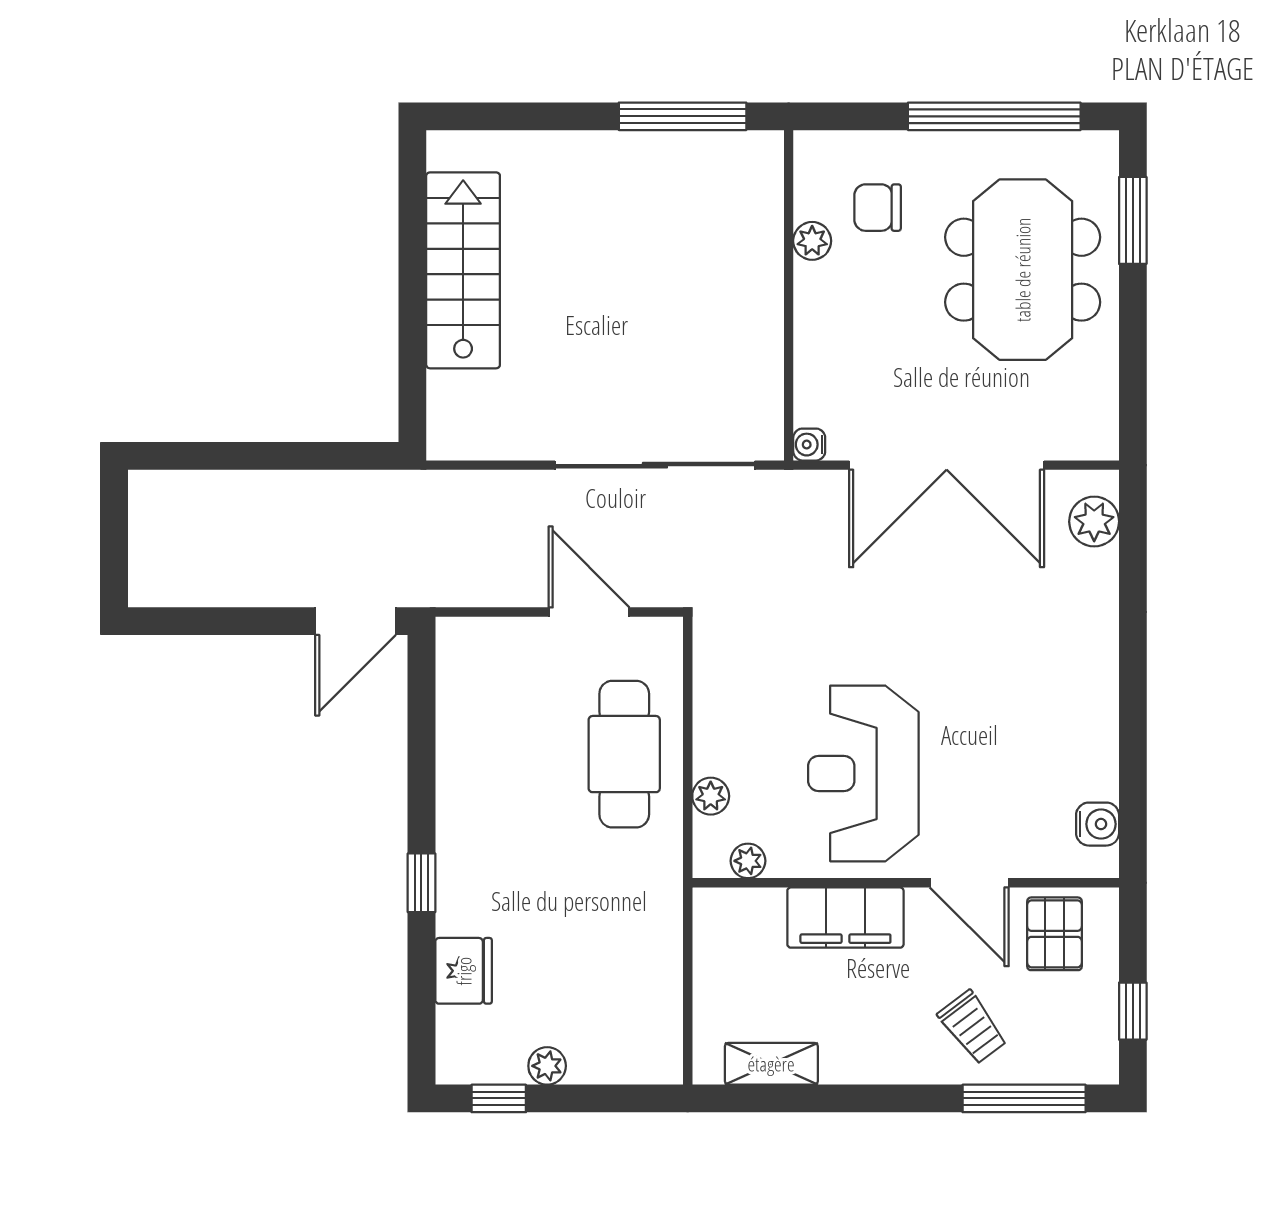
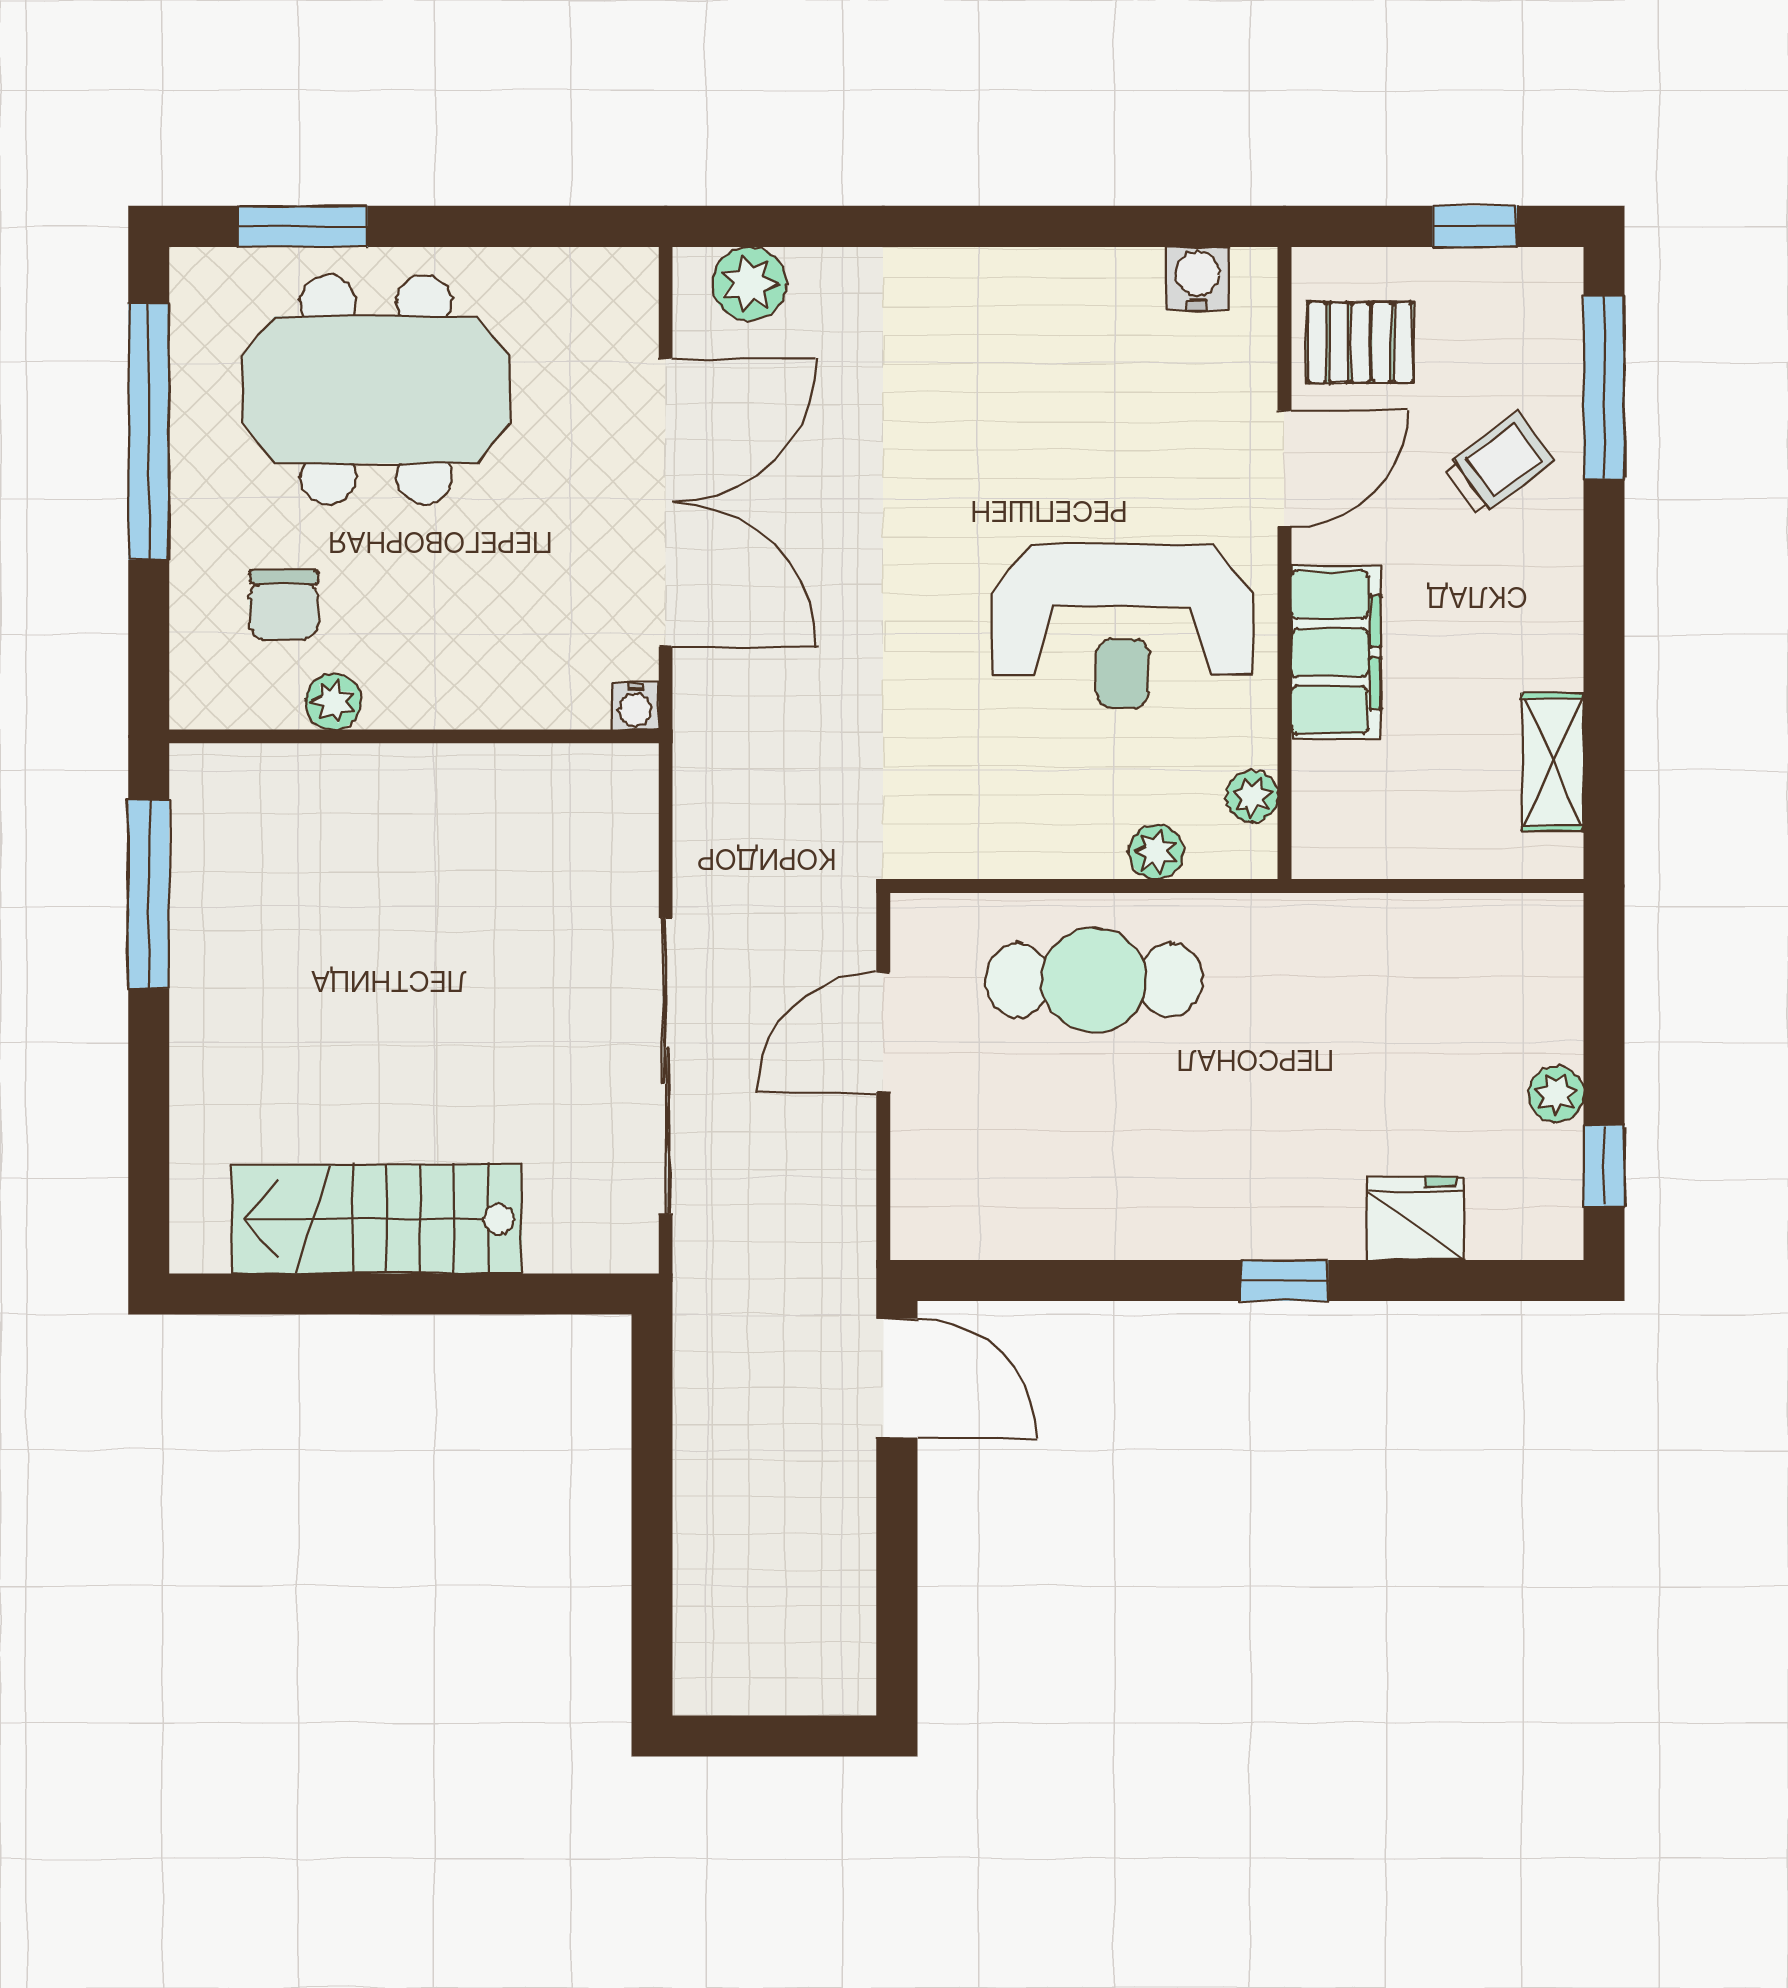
sliding door: (655, 465) -> (666, 1066), moved

